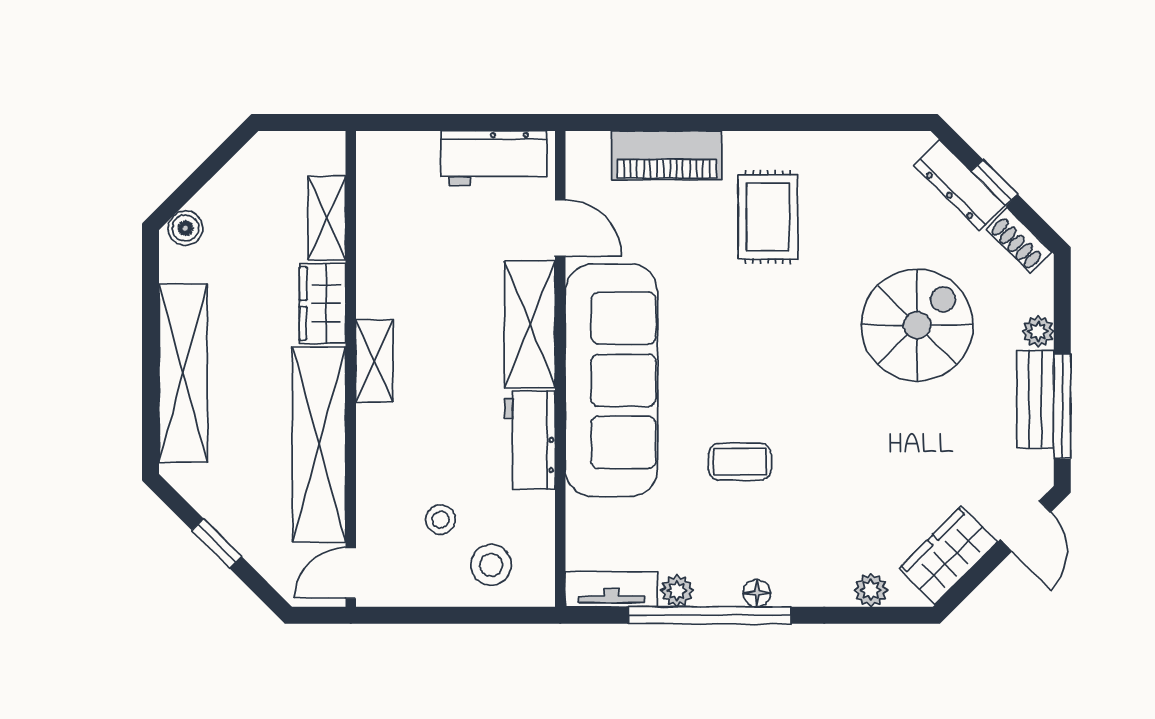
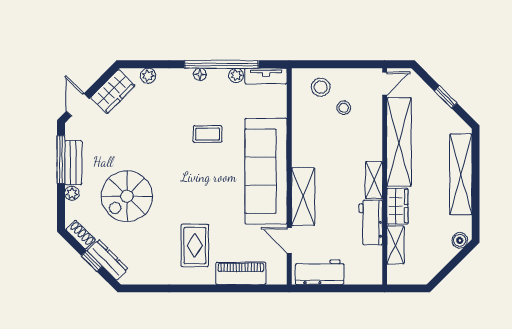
workbench: (530, 440) -> (371, 223), moved, turned 180

